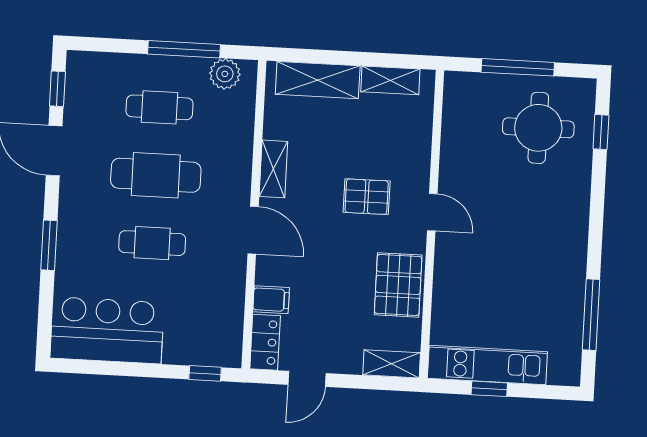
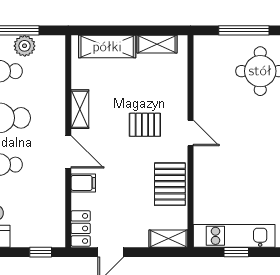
plant: (225, 74) -> (25, 46), moved
filing cabinet: (271, 300) -> (83, 183), moved

